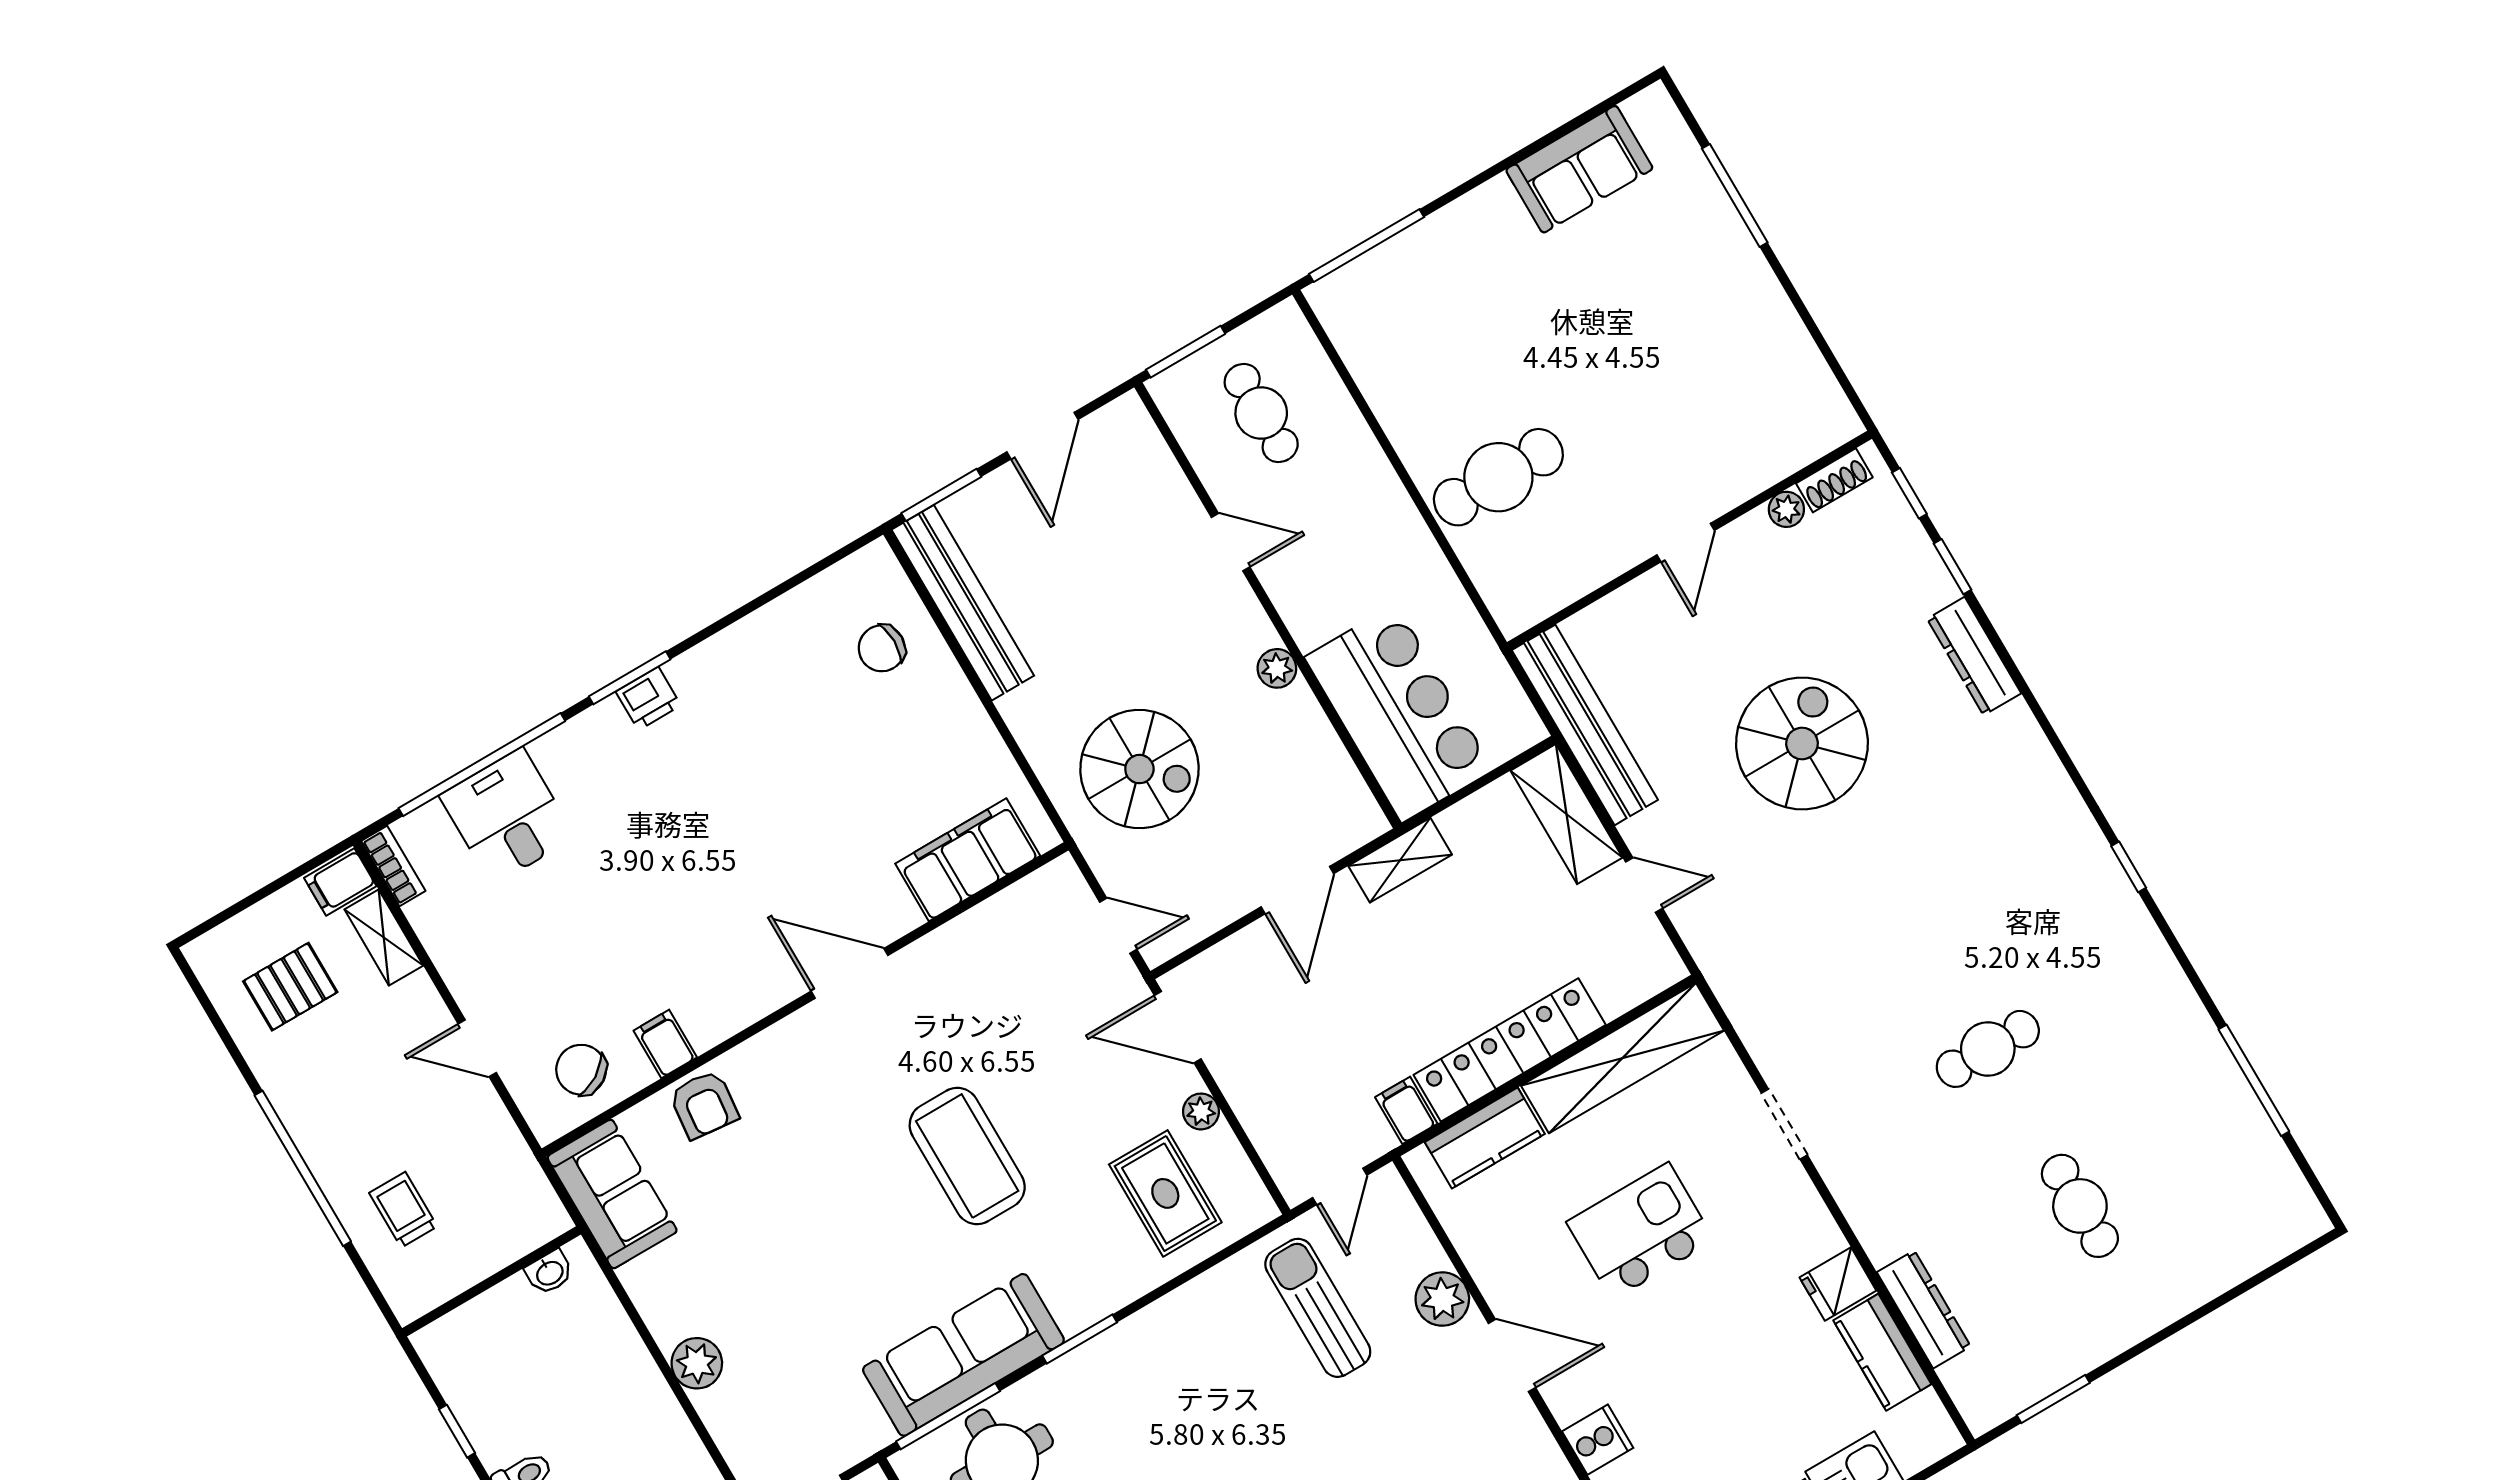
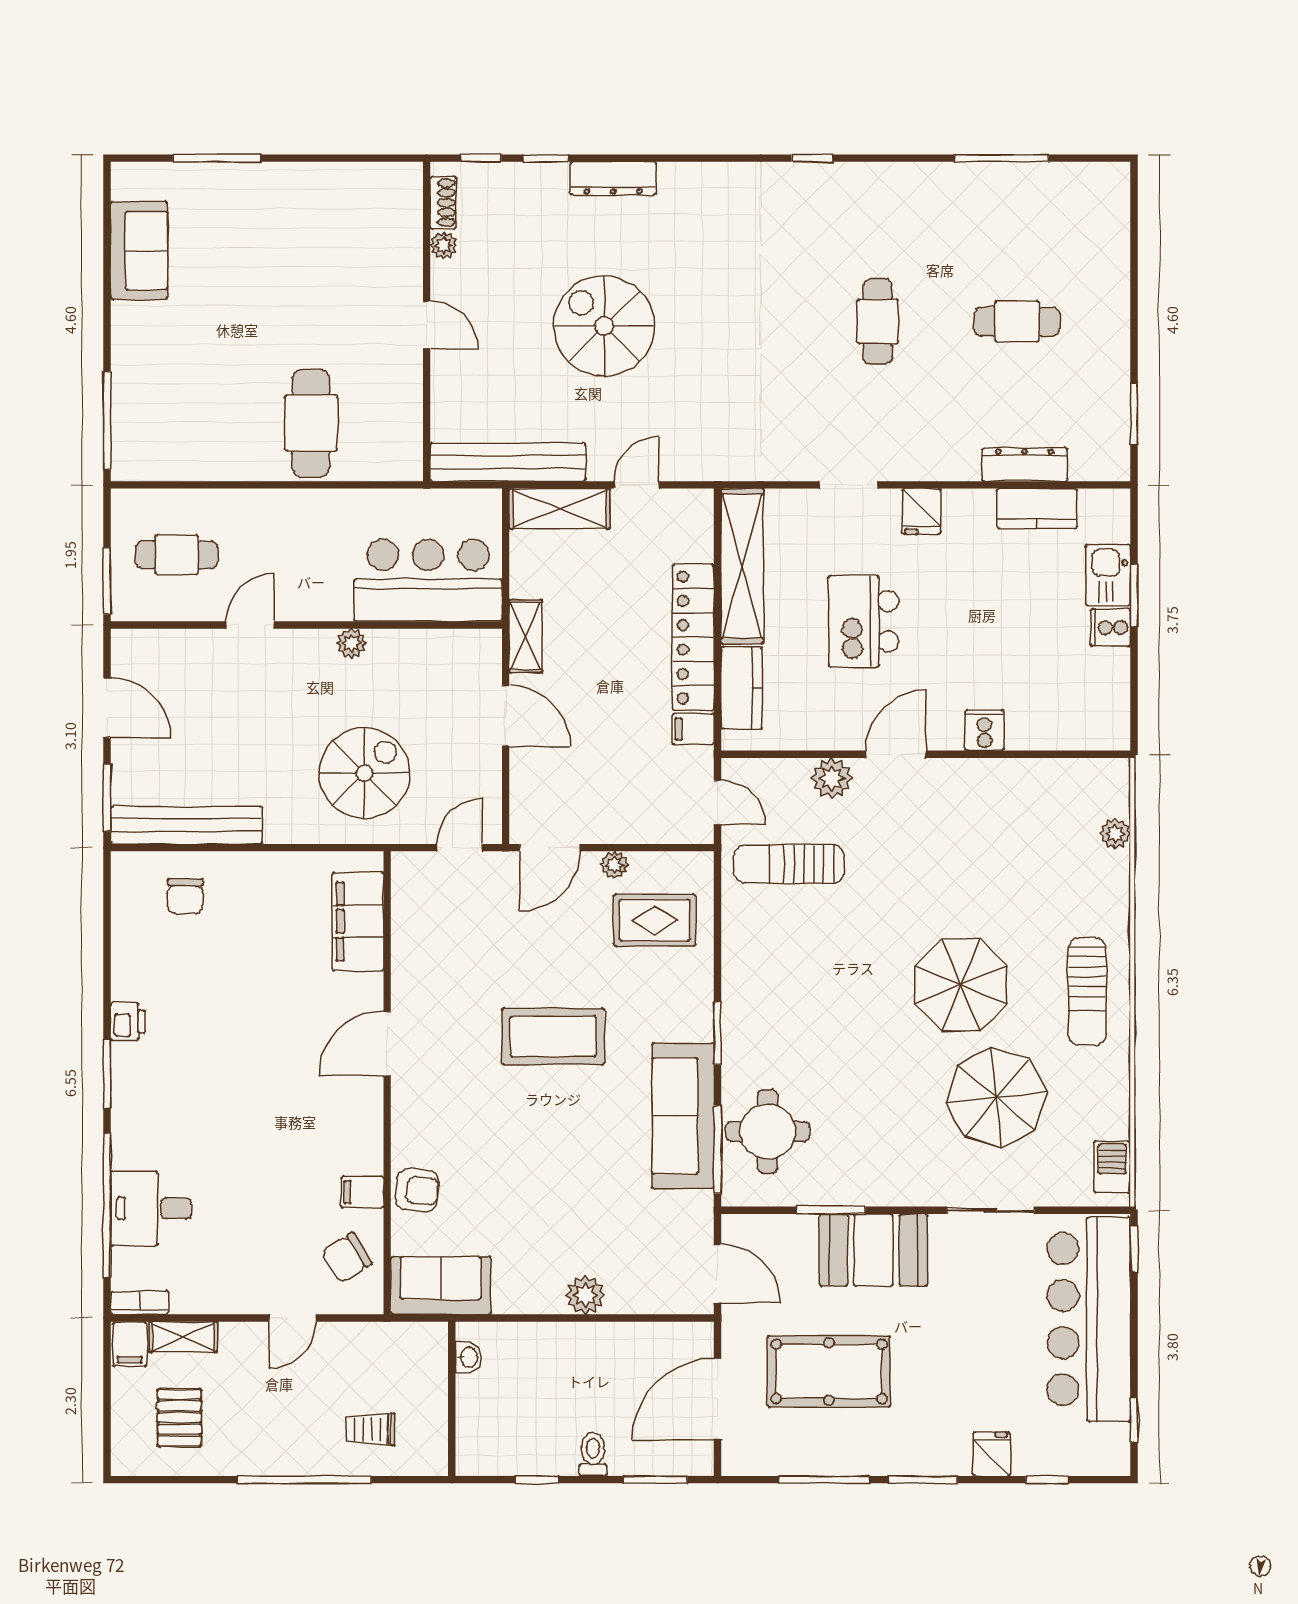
printer: (648, 699) -> (128, 1022), moved
fridge: (1838, 1284) -> (921, 511), moved

